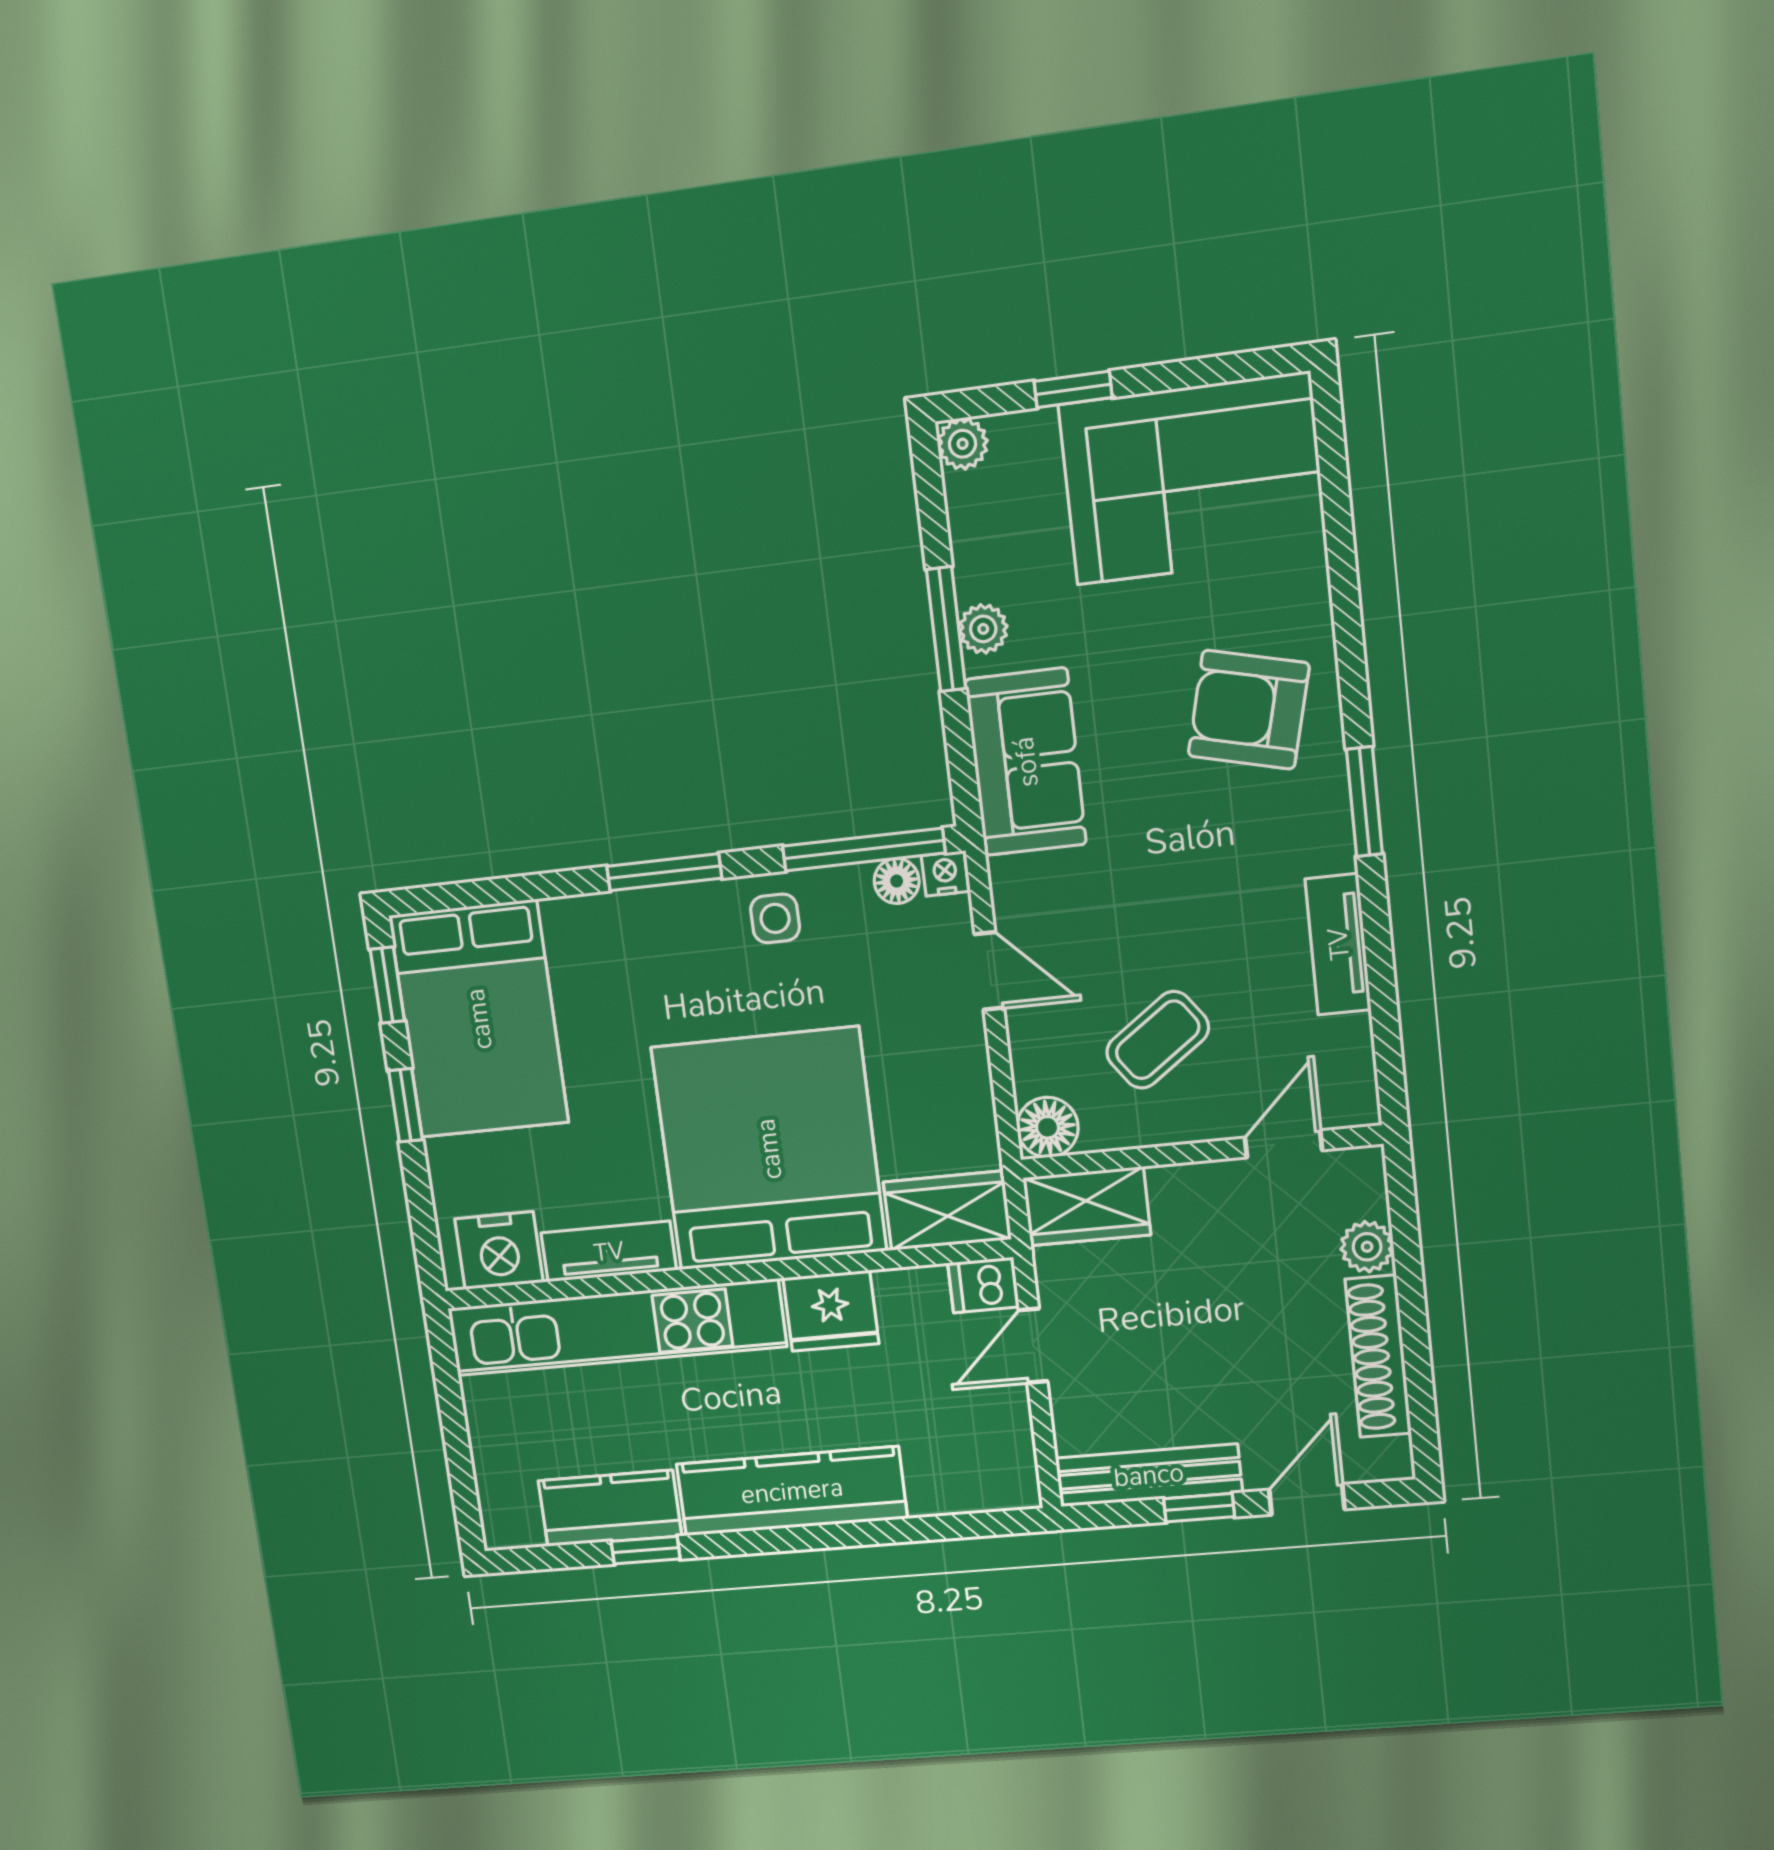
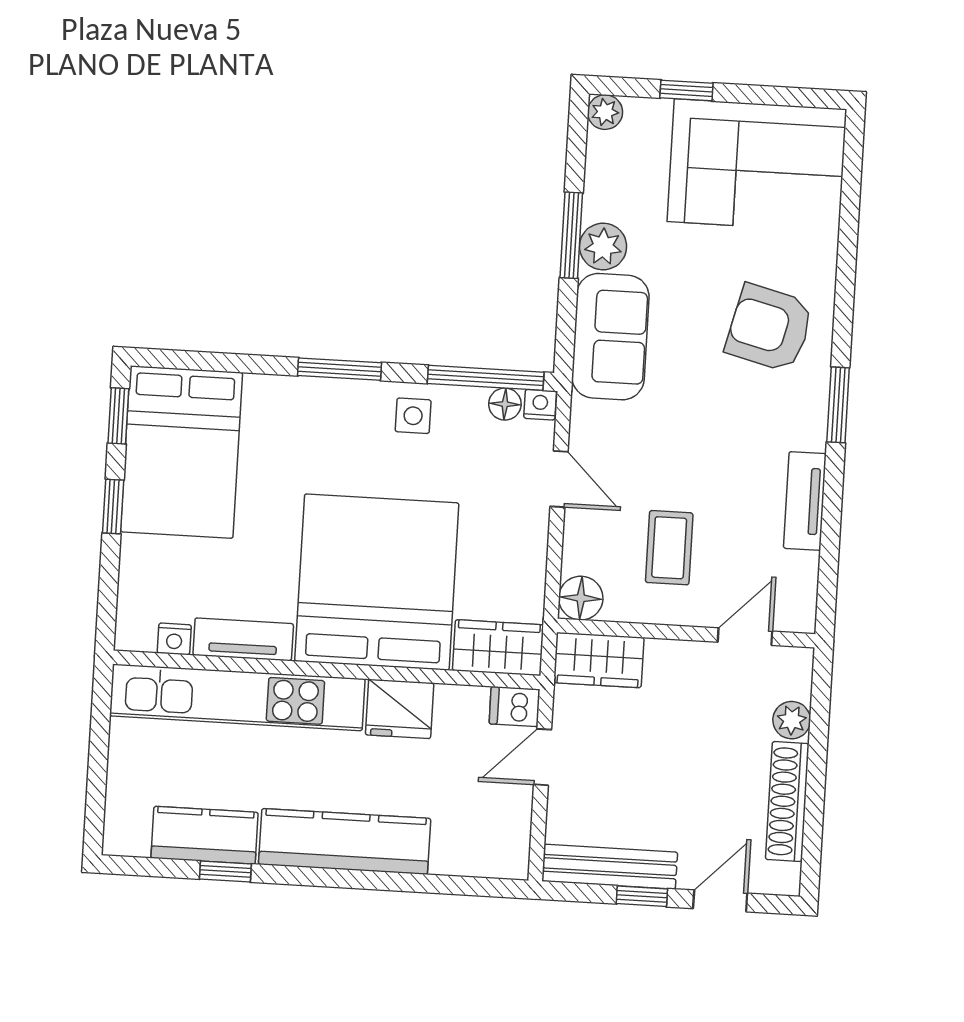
plant: (983, 629) -> (603, 247), width x1.38, depth x1.38
coffee table: (1158, 1040) -> (669, 548), turned -54
nightstand: (499, 1251) -> (174, 639), width x0.53, depth x0.56

